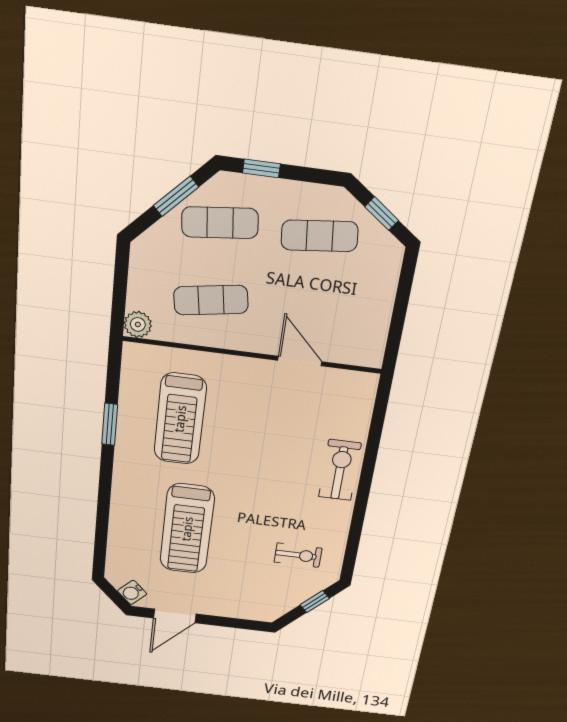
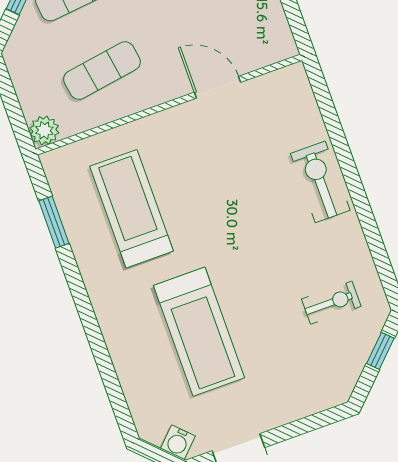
treadmill: (180, 419) -> (132, 209), turned 180
window: (110, 424) -> (54, 222), moved

